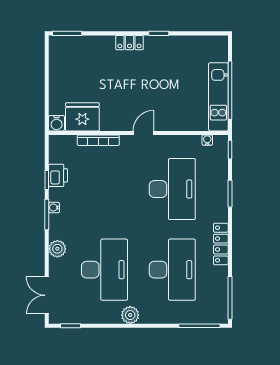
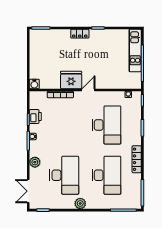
kitchen unit: (218, 97) -> (135, 50), moved
fridge: (82, 117) -> (71, 80), moved

